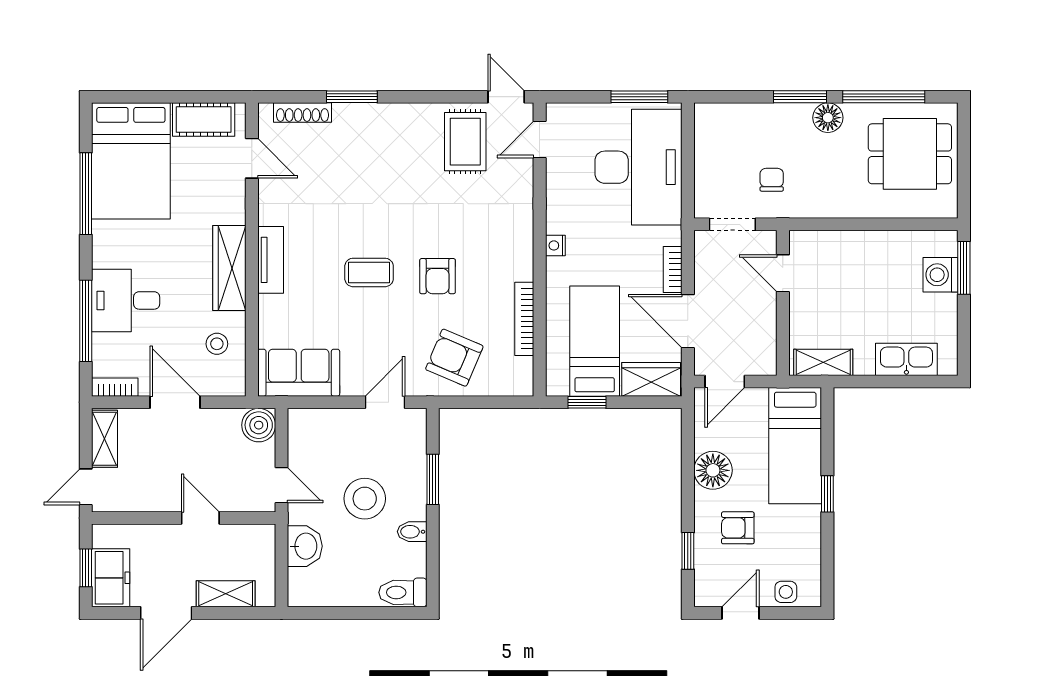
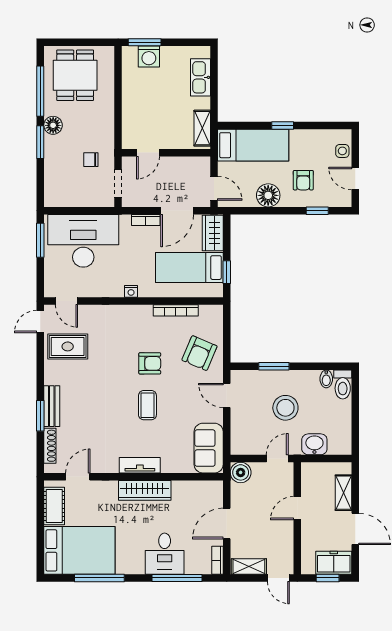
bench: (367, 116) -> (52, 406), added
stool: (217, 344) -> (191, 498), removed
bidet: (412, 532) -> (326, 379), moved

